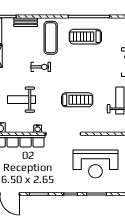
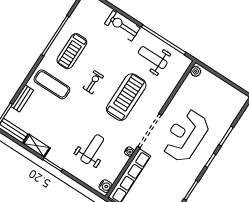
exercise bike: (41, 67) -> (93, 82), moved
weight bench: (21, 100) -> (92, 149), turned 180
treadmill: (77, 100) -> (126, 97), width x1.37, depth x1.37
reception desk: (95, 164) -> (185, 136), moved, turned 180

